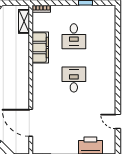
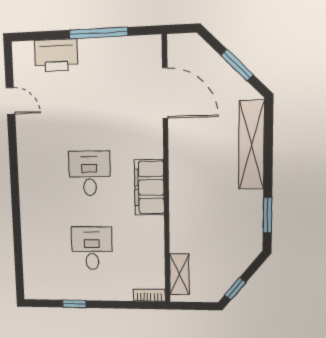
filing cabinet: (40, 48) -> (149, 187), moved
desk: (74, 80) -> (90, 173), turned 180

